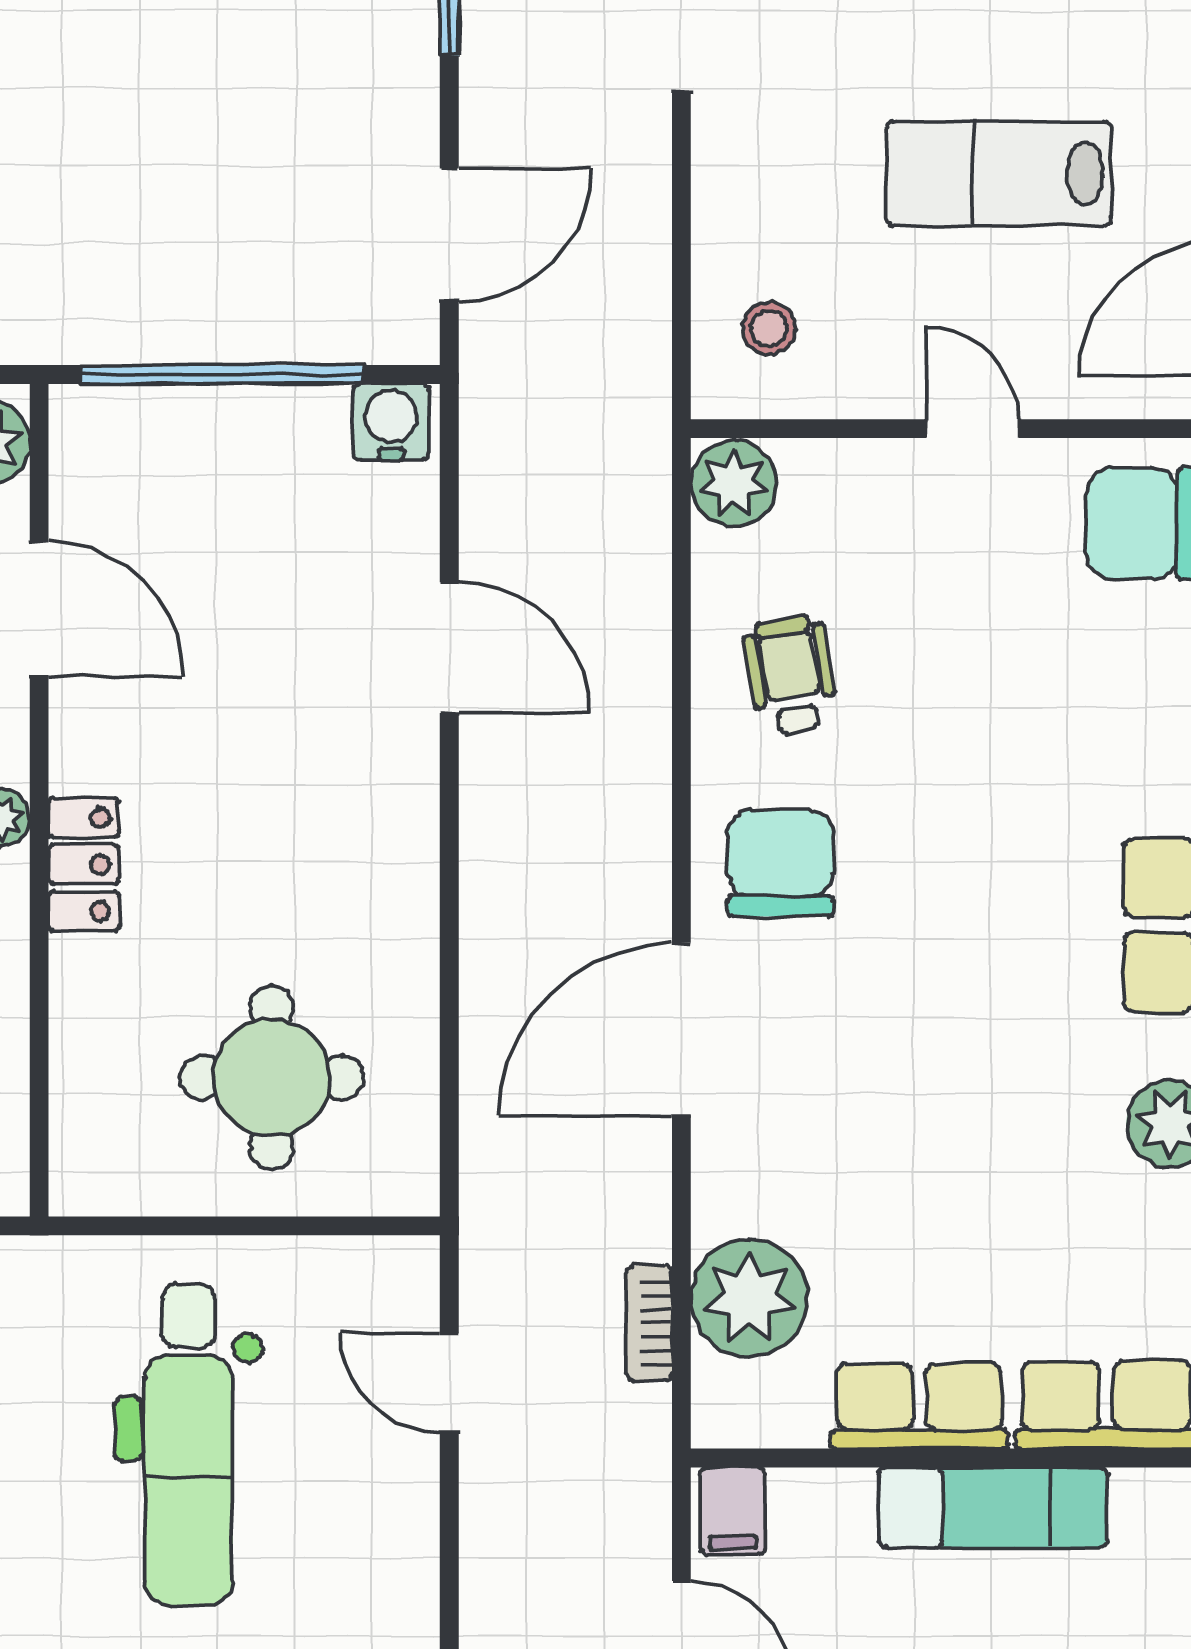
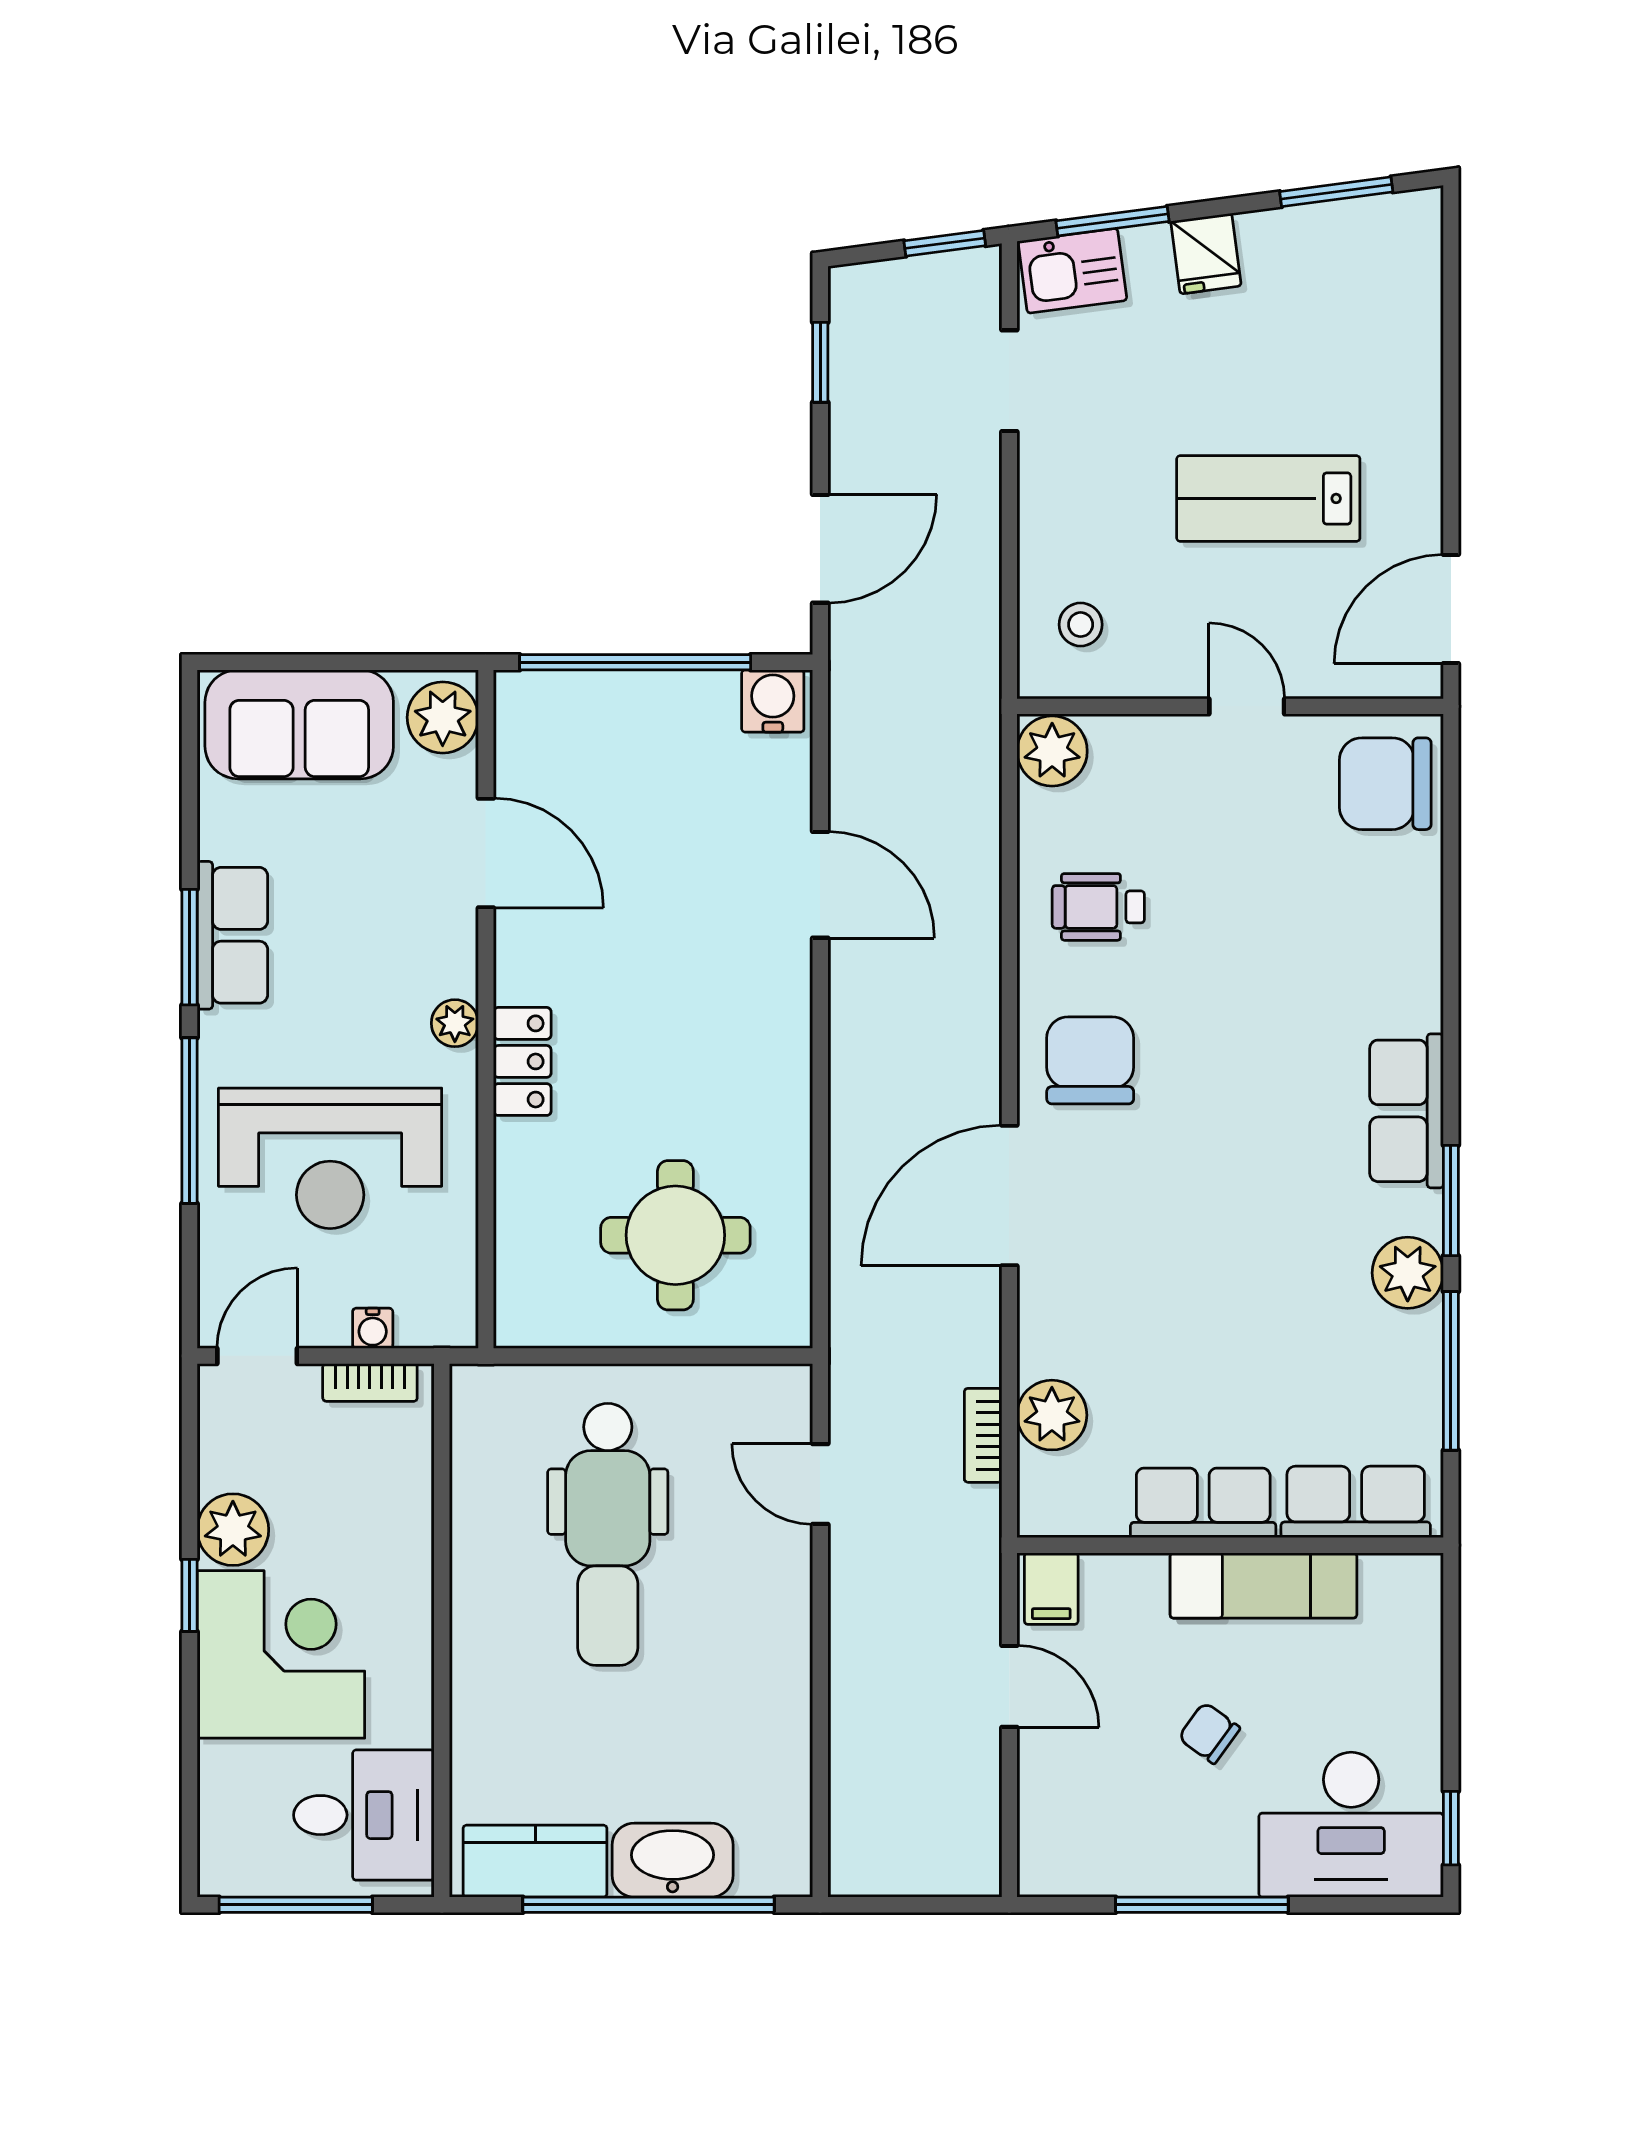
wheelchair: (791, 675) -> (1098, 907), turned -80
plant: (749, 1298) -> (1052, 1415), width x0.73, depth x0.73

